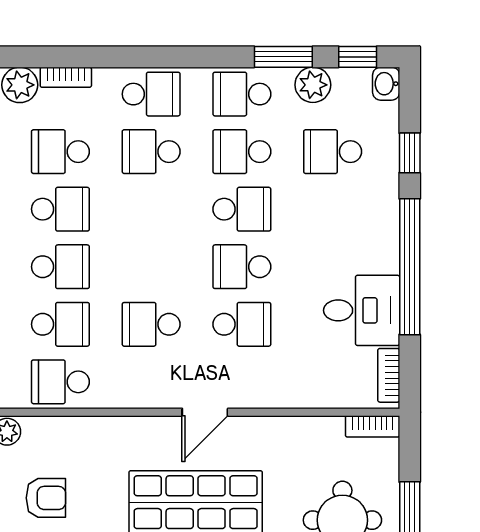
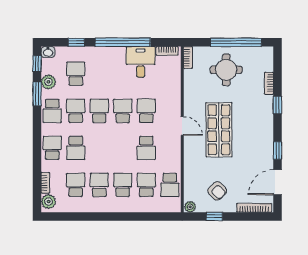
school desk: (60, 152) -> (76, 185), turned 180
school desk: (242, 152) -> (76, 111), turned 180
school desk: (333, 152) -> (76, 74), turned 180
school desk: (242, 267) -> (123, 111), turned 180
armchair: (46, 498) -> (217, 191), turned 135

